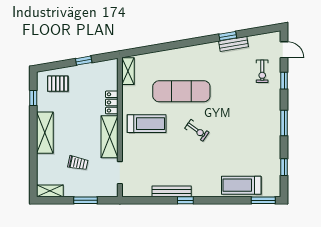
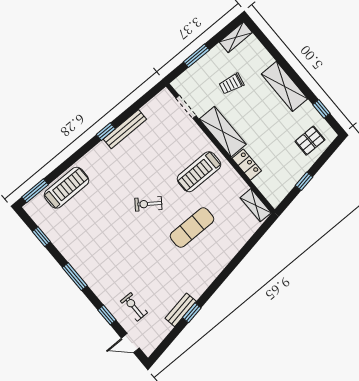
exercise mat: (181, 91) -> (192, 228), width x0.73, depth x0.69

